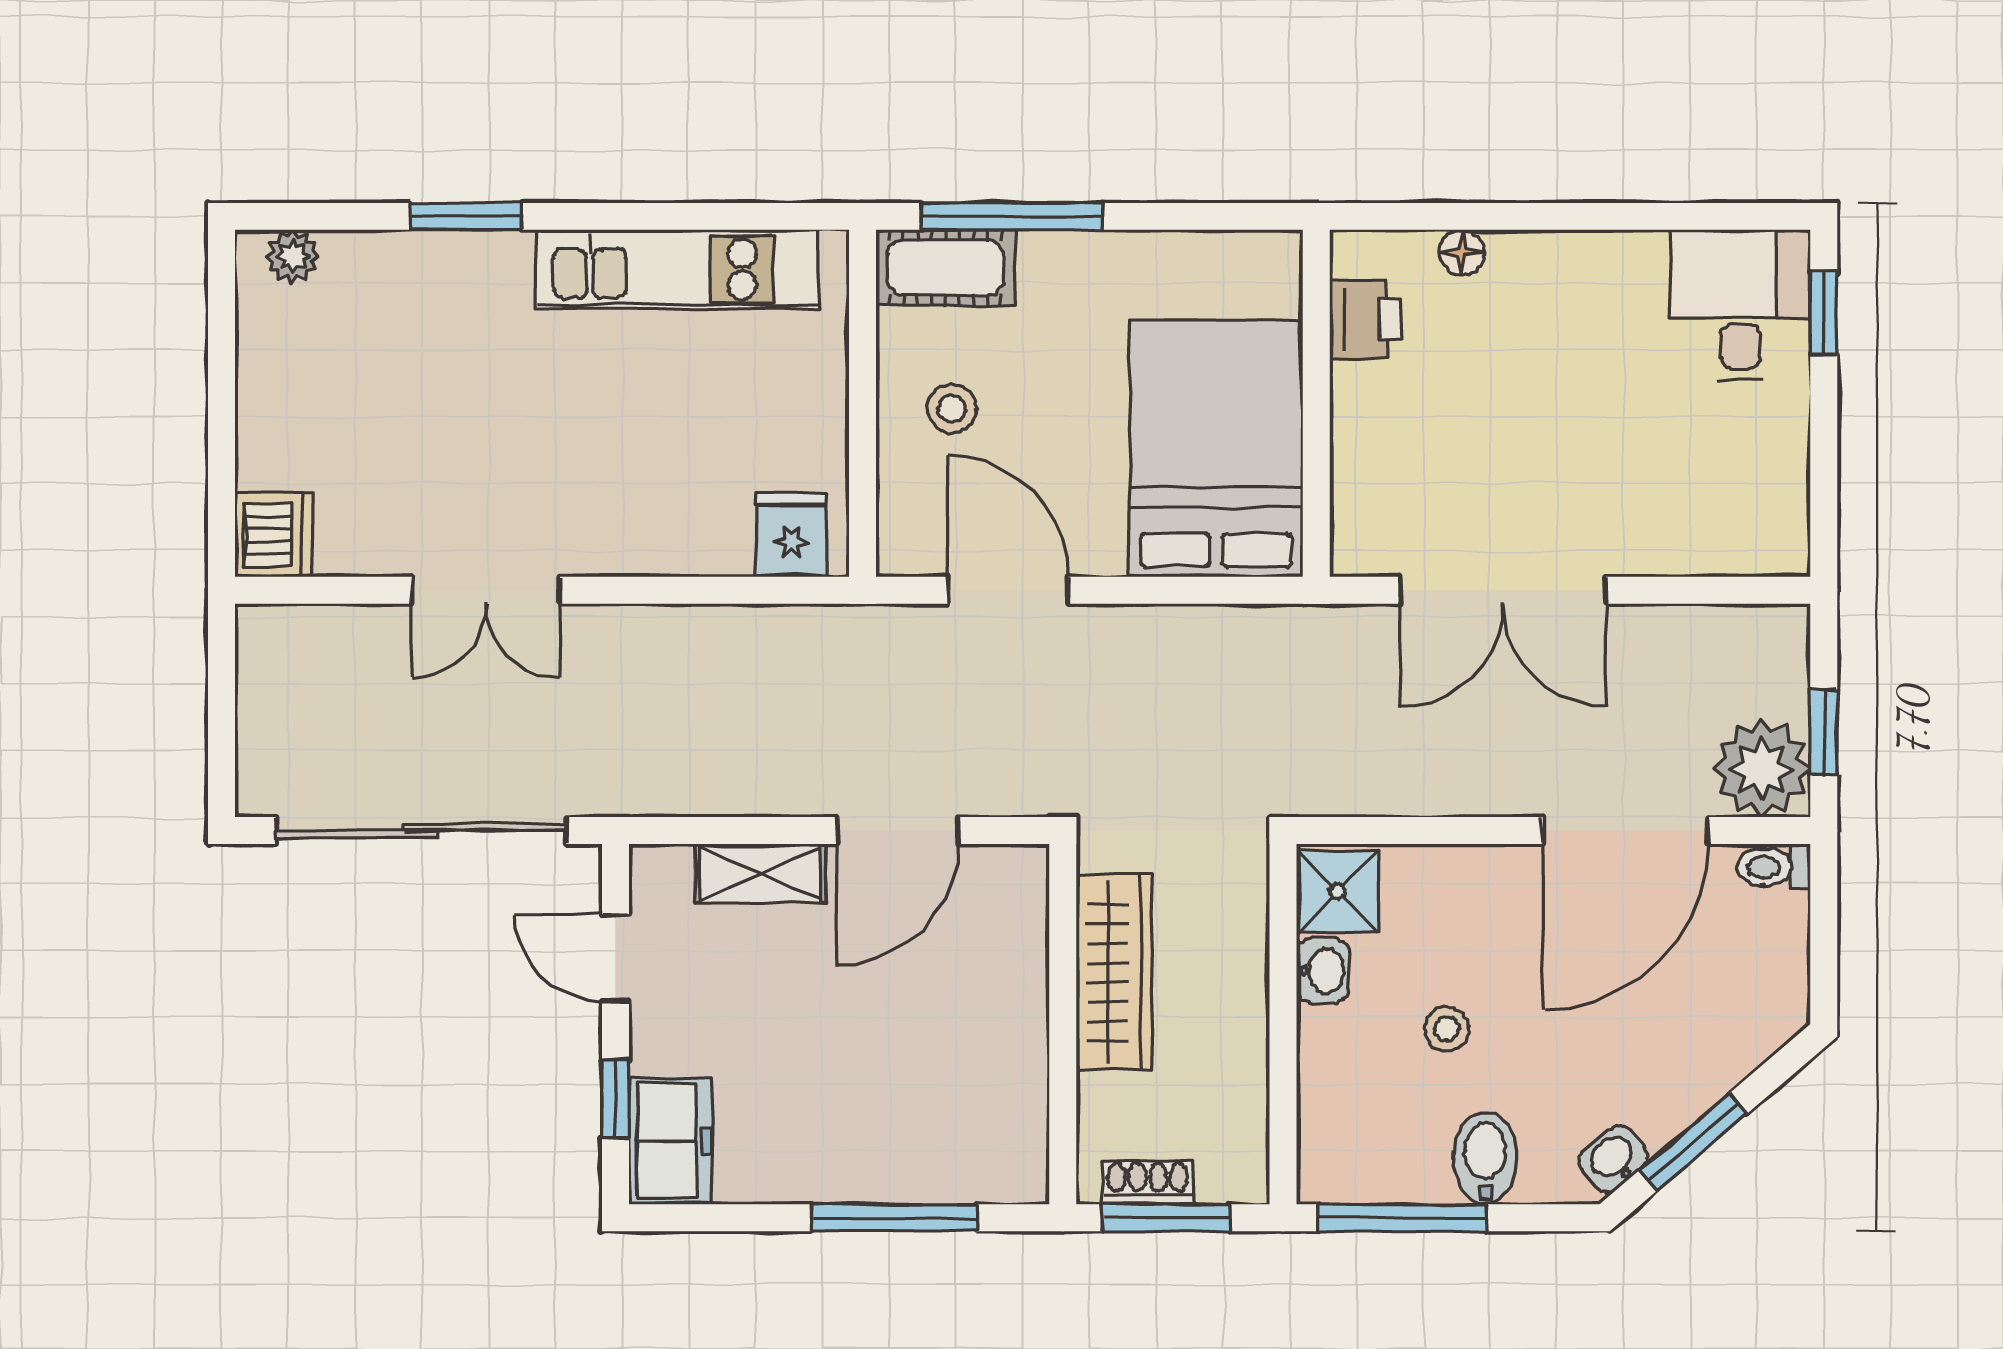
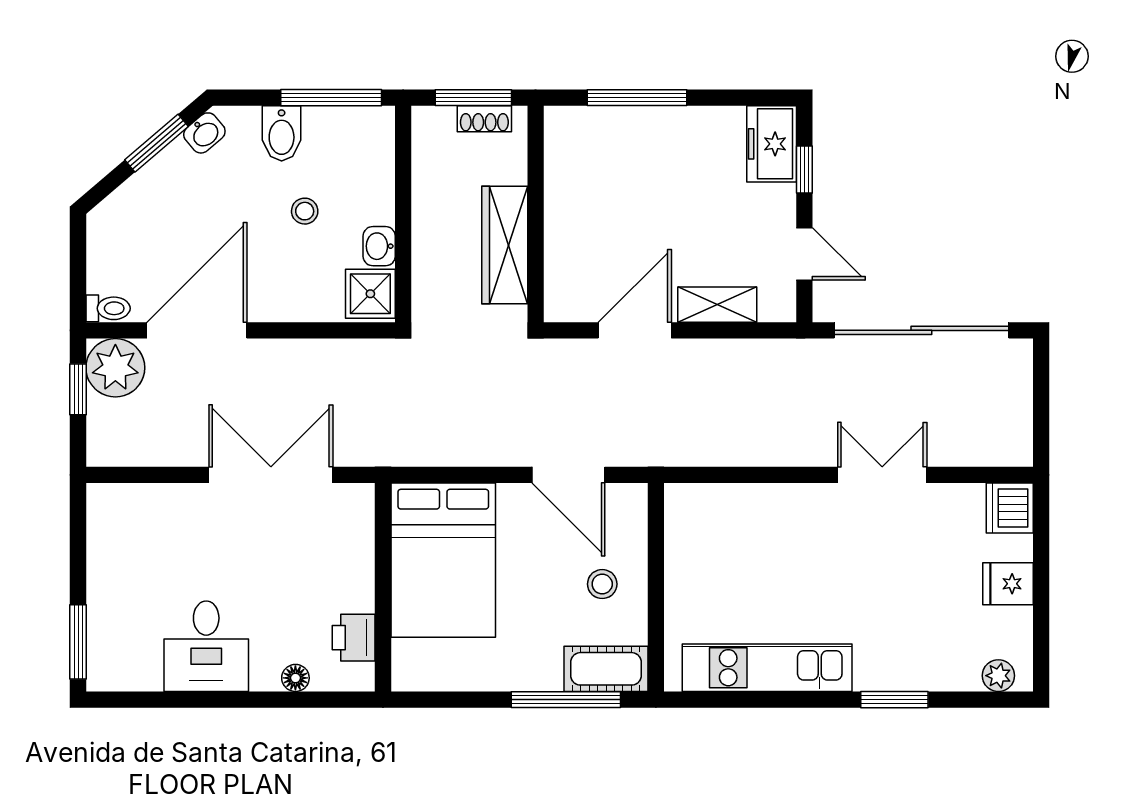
desk: (1740, 305) -> (206, 646), moved
window: (1824, 312) -> (78, 642), width x1.50
fridge: (791, 535) -> (1008, 584), moved, turned 90

